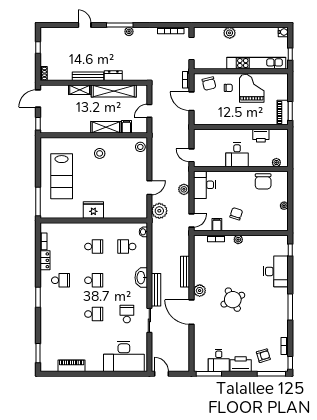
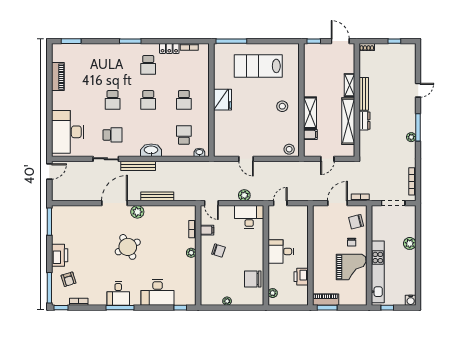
door: (149, 111) -> (327, 159), swing flipped
plant: (159, 211) -> (222, 169), removed
desk: (219, 360) -> (118, 293), moved, turned -90

